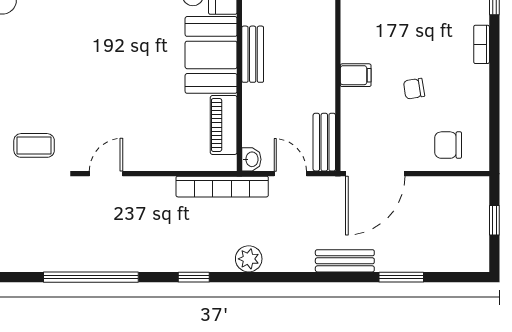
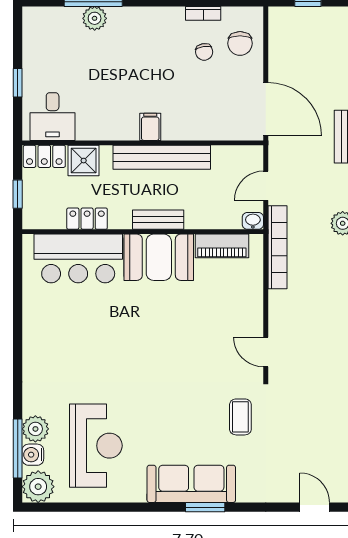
bookcase: (482, 44) -> (203, 13), moved
filing cabinet: (356, 75) -> (150, 127), moved
chair: (414, 89) -> (204, 52), moved
bench: (324, 142) -> (162, 157), moved, width x1.86, depth x1.21

